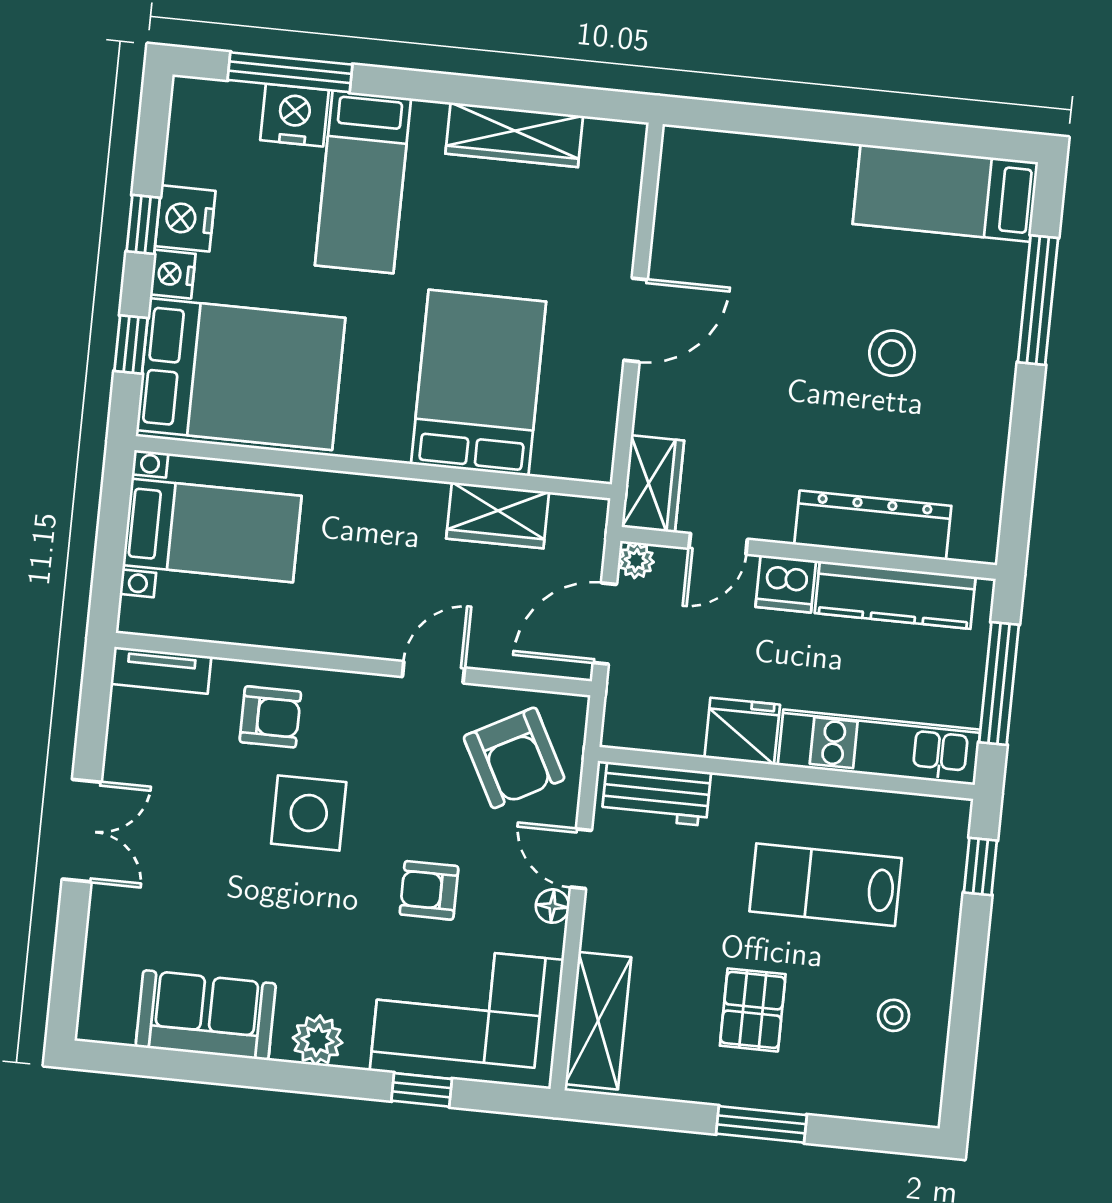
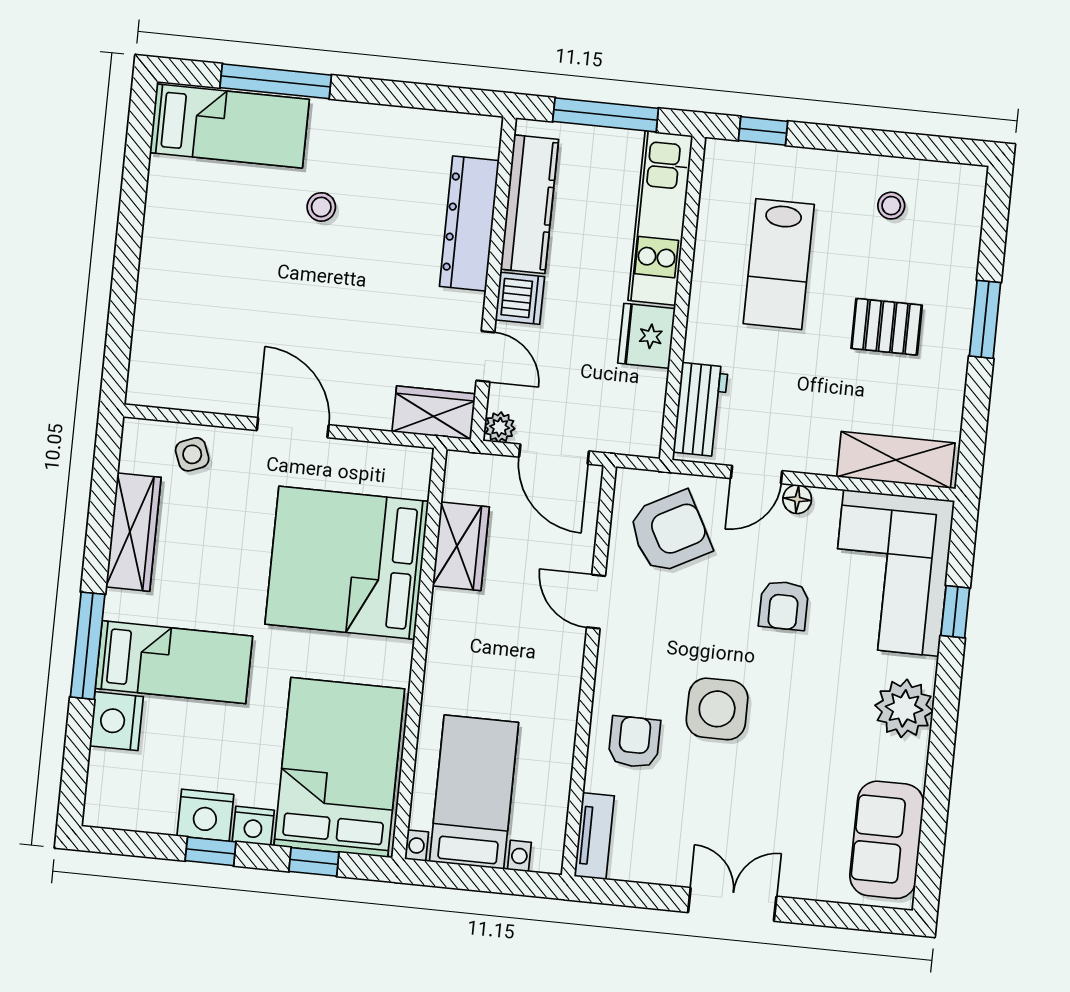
window: (290, 72) -> (88, 646), moved
bed: (945, 193) -> (229, 126), moved, turned -90
side table: (605, 203) -> (192, 454), added
stool: (892, 353) -> (321, 207), width x0.73, depth x0.73
bed: (479, 383) -> (347, 563), width x1.36
sofa: (206, 1015) -> (887, 840), moved
plant: (318, 1040) -> (904, 708), width x1.36, depth x1.36

